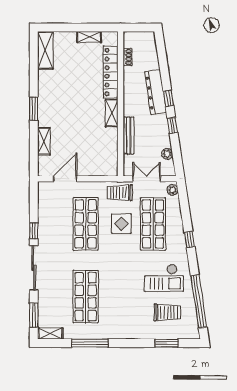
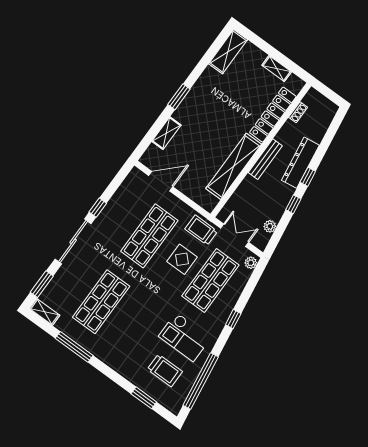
shelving: (112, 113) -> (234, 166), width x2.20, depth x1.33
bench: (128, 136) -> (265, 159), moved

